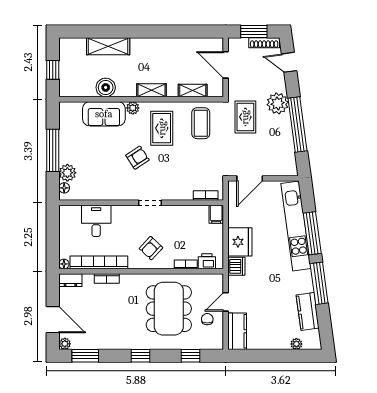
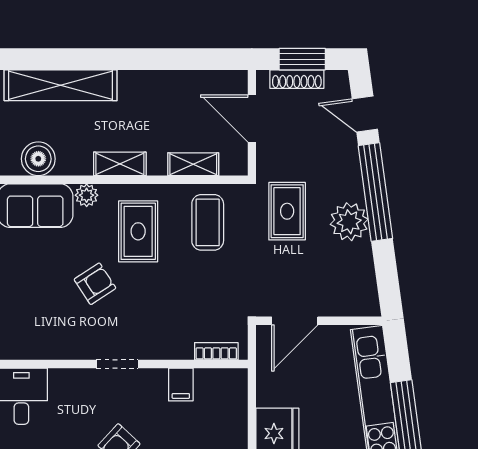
shoe rack: (264, 43) -> (297, 79), moved
shelving: (108, 46) -> (61, 85), width x1.47
plant: (278, 103) -> (349, 222), moved
window: (298, 124) -> (375, 192), moved
filing cabinet: (216, 214) -> (181, 385), moved

